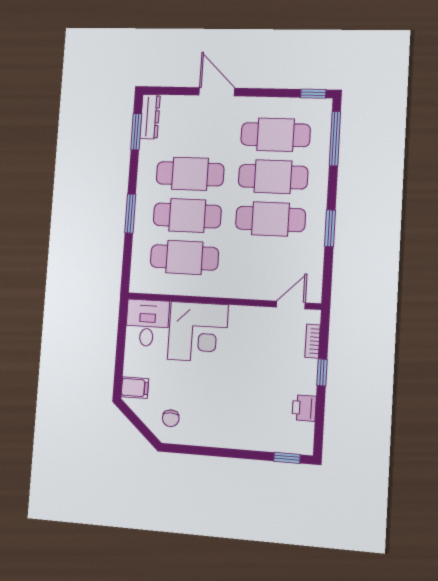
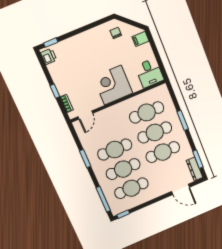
door: (217, 92) -> (181, 189), moved
corner desk: (198, 332) -> (113, 85), moved
printer: (304, 408) -> (49, 56), moved

